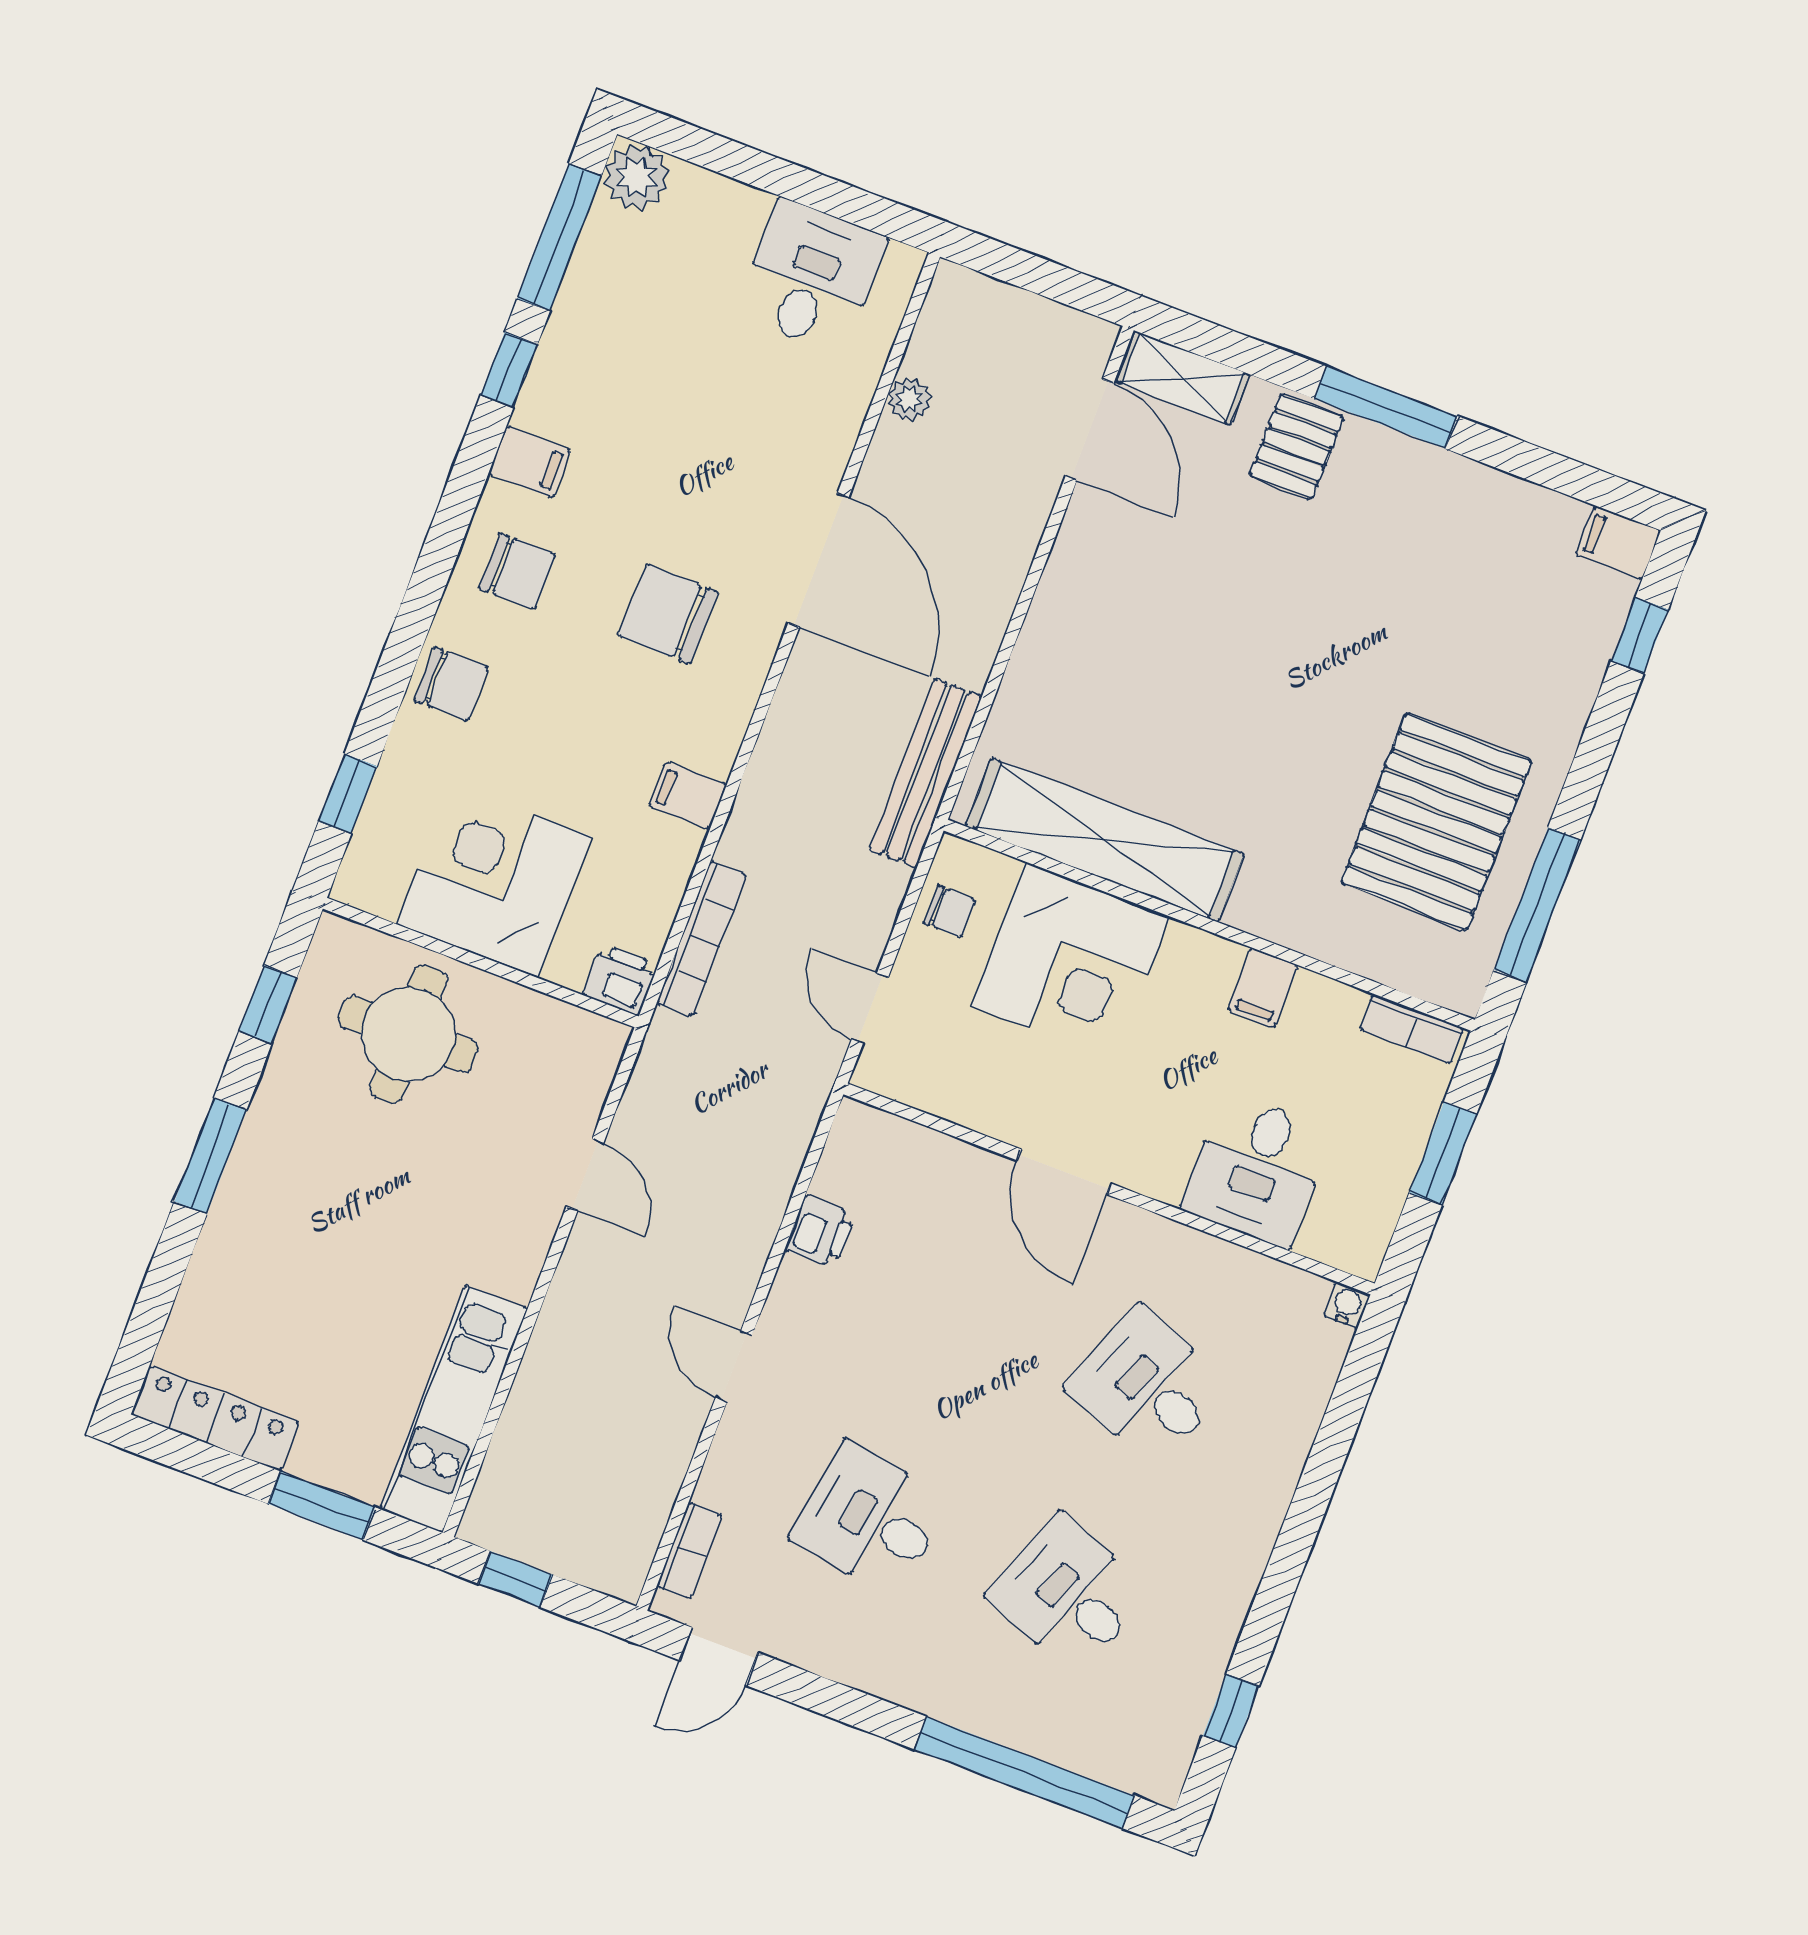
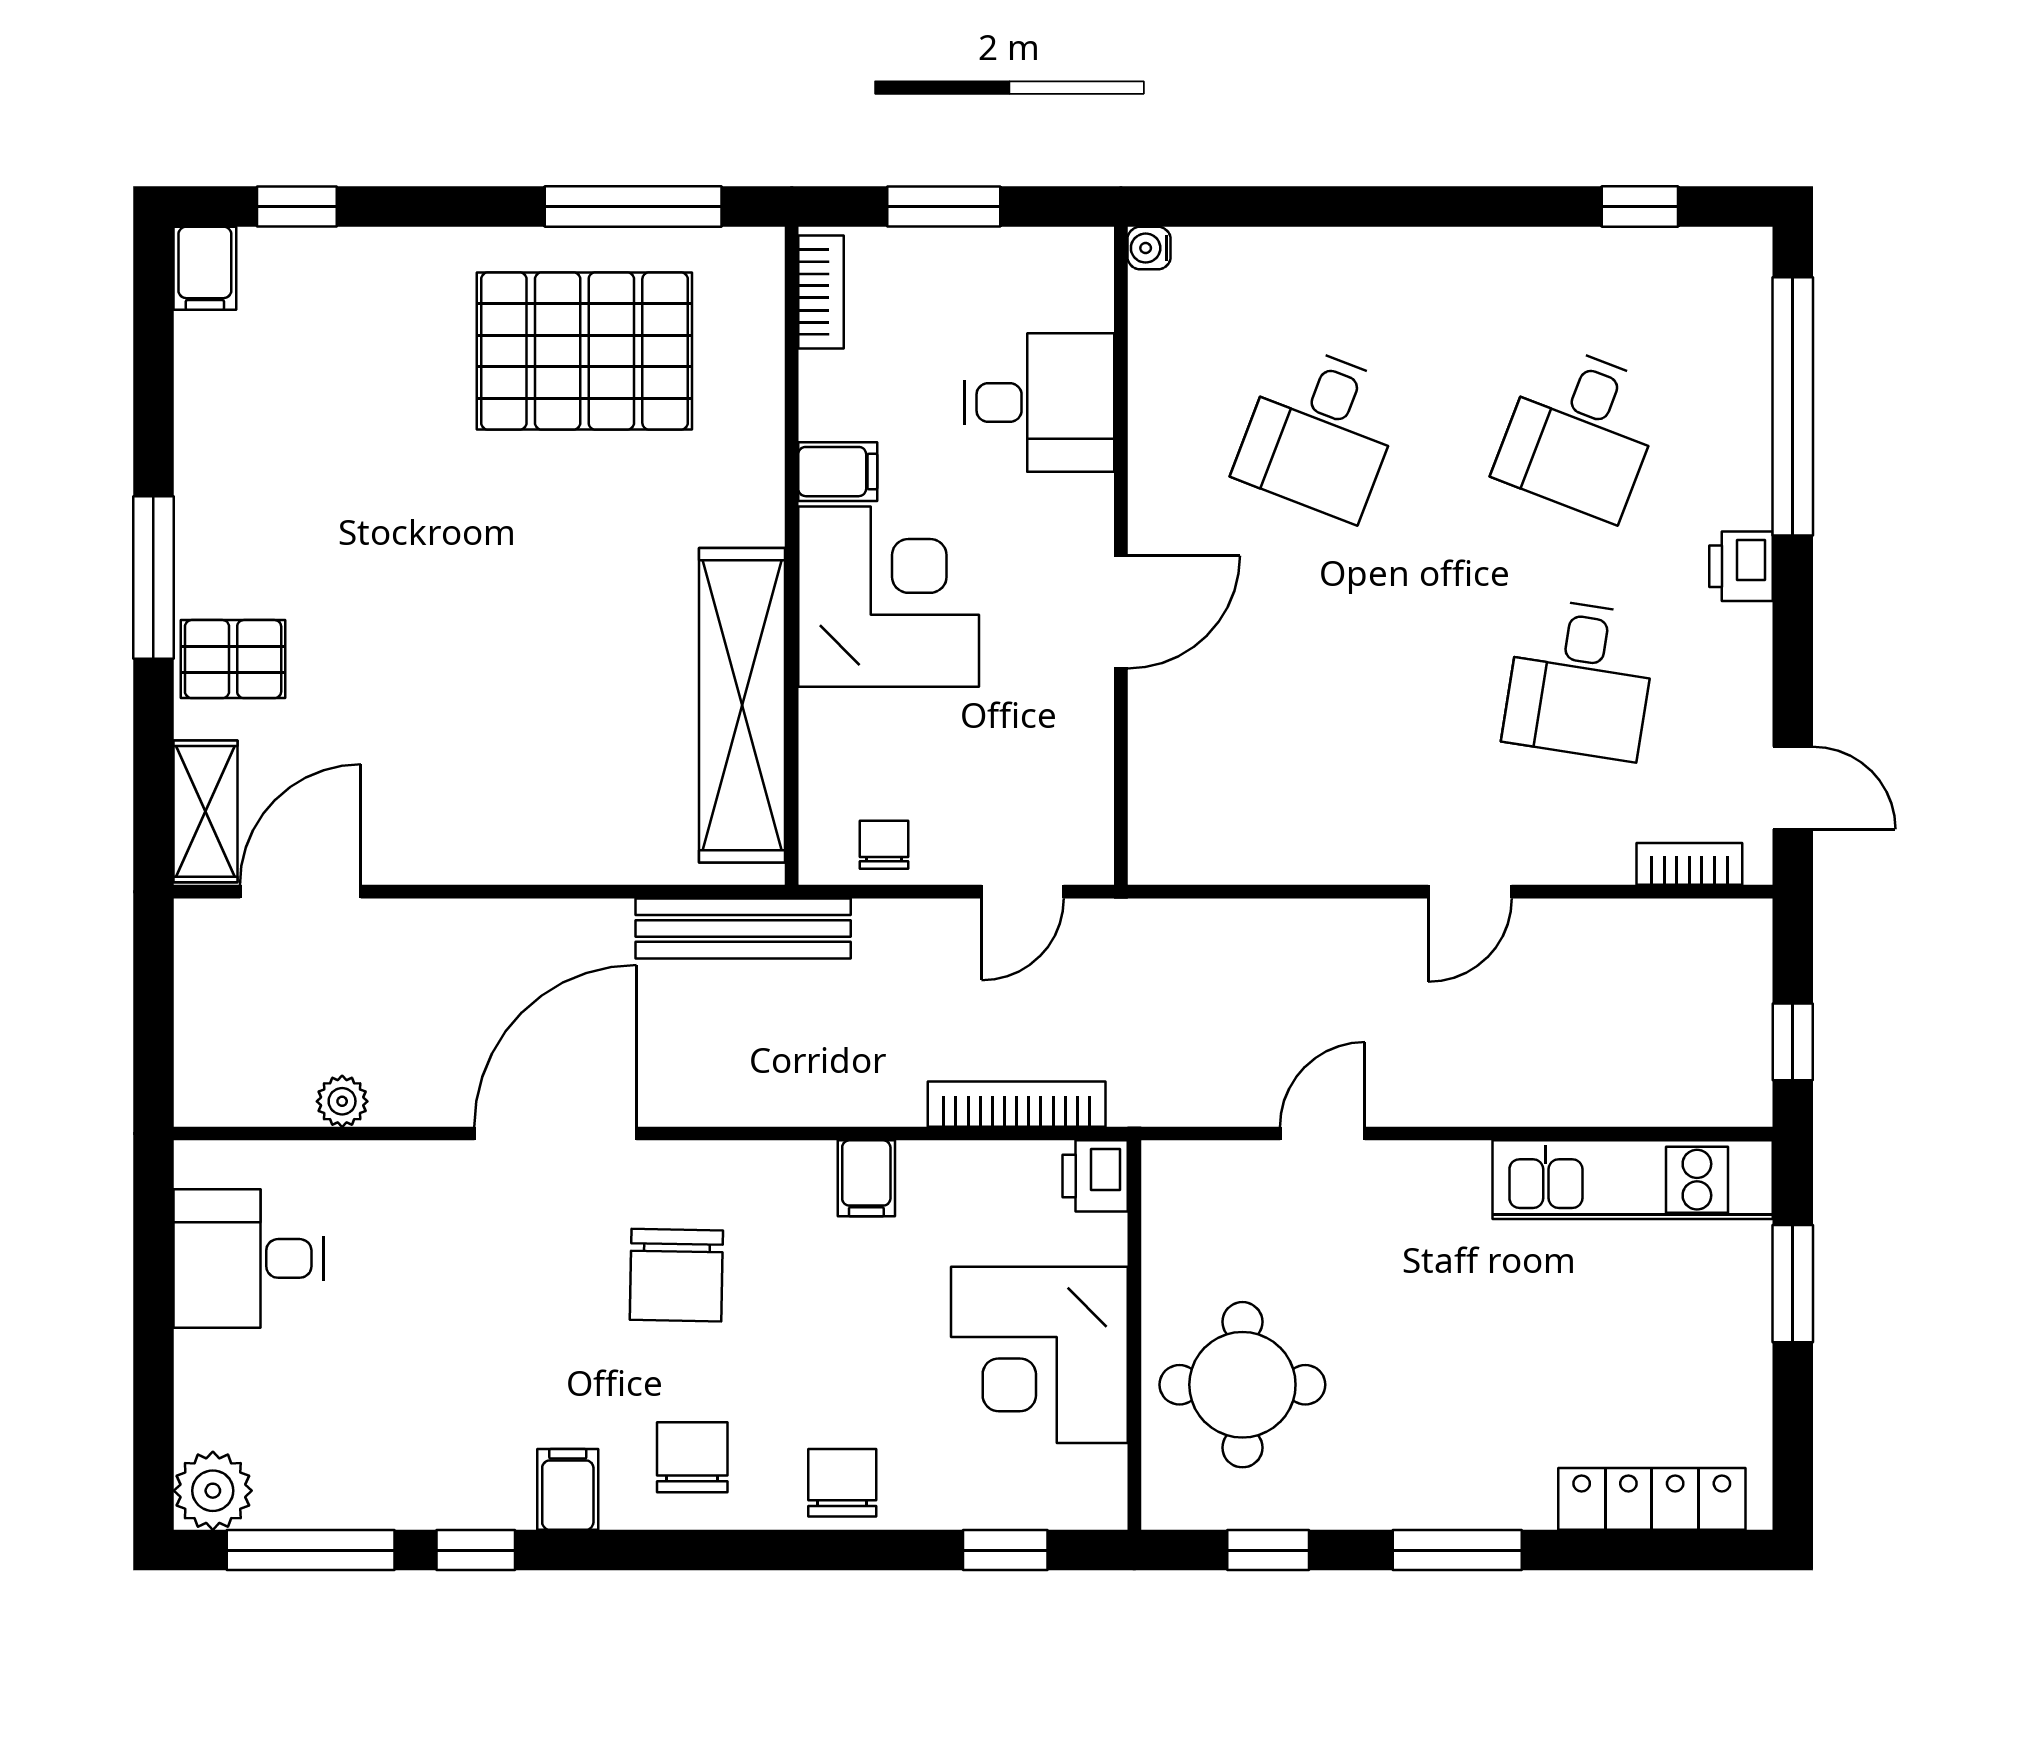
corner desk: (1070, 961) -> (889, 597), moved
printer: (820, 1232) -> (1741, 566), moved, turned -90
locker: (215, 1418) -> (1652, 1499), moved, turned 90

